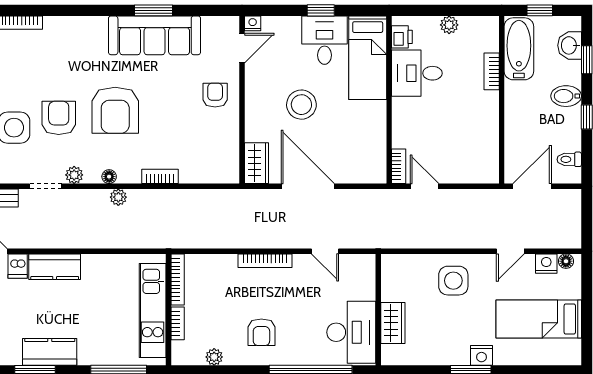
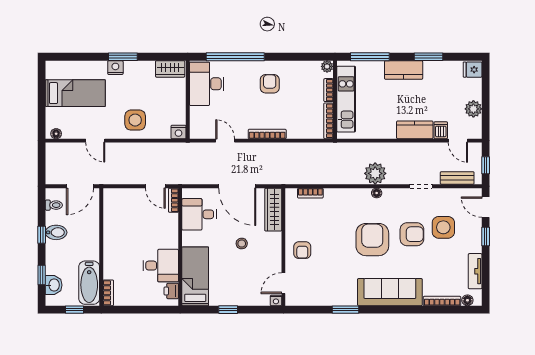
plant: (449, 25) -> (138, 299), removed
sofa: (155, 35) -> (390, 292), moved
desk: (325, 40) -> (199, 214), moved, turned 90
bookcase: (492, 71) -> (108, 293), moved
bidet: (566, 96) -> (56, 232), moved
stool: (301, 105) -> (242, 244), width x0.53, depth x0.53
armchair: (59, 118) -> (412, 234), turned -90
wardrobe: (257, 163) -> (273, 210), width x1.50
plant: (74, 175) -> (401, 194), removed
bookcase: (160, 176) -> (310, 193), moved
plant: (118, 197) -> (375, 173), width x1.88, depth x1.88
door: (510, 251) -> (95, 141), swing flipped
nightstand: (546, 264) -> (179, 132), moved
wardrobe: (393, 323) -> (170, 69), moved, turned -90
kitchen counter: (50, 352) -> (404, 70), moved
plant: (214, 357) -> (327, 66), moved

